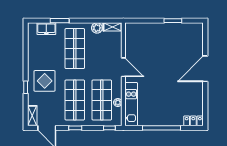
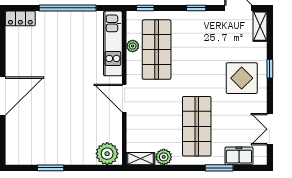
plant: (135, 30) -> (107, 154), added
double door: (26, 47) -> (270, 129), added
shop shelf: (75, 100) -> (197, 50), removed

